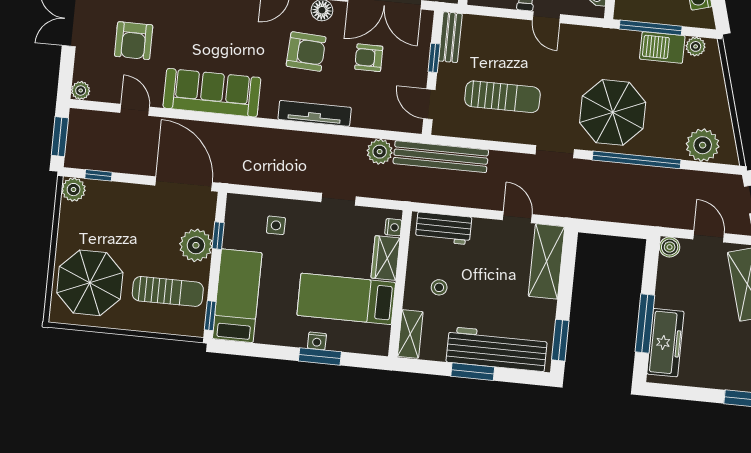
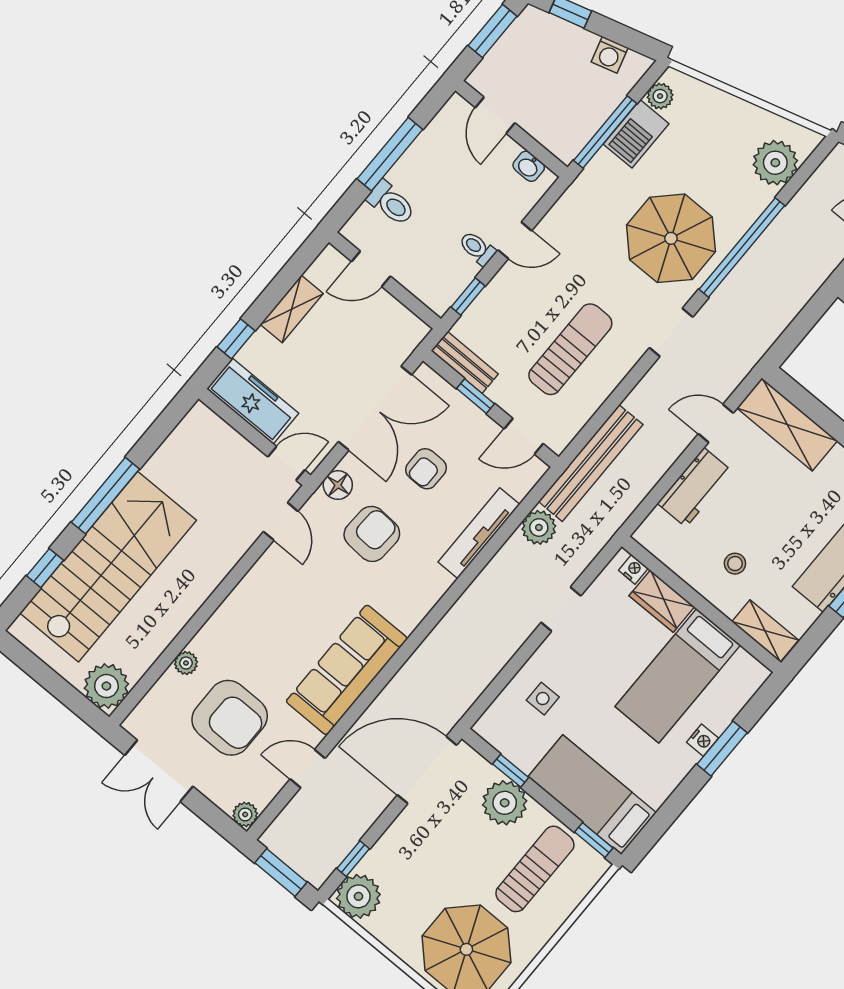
window: (492, 12) -> (468, 297), added
armchair: (134, 41) -> (230, 718), width x1.36, depth x1.36
tv unit: (315, 113) -> (479, 533), moved
plant: (74, 190) -> (358, 896), width x1.36, depth x1.36
workbench: (443, 228) -> (695, 487), moved

